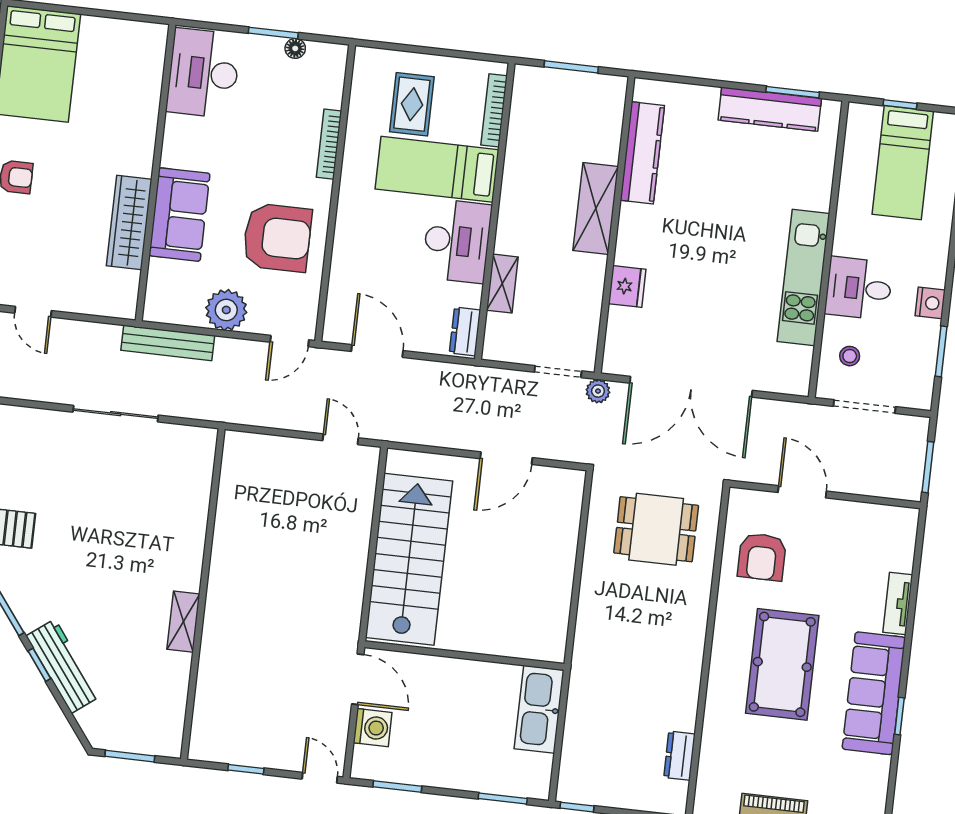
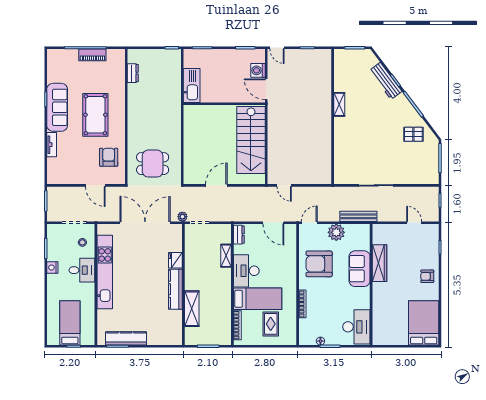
kitchen counter: (642, 153) -> (175, 289), moved
shelving: (596, 209) -> (192, 309), moved
kitchen unit: (803, 277) -> (105, 272), width x1.36

